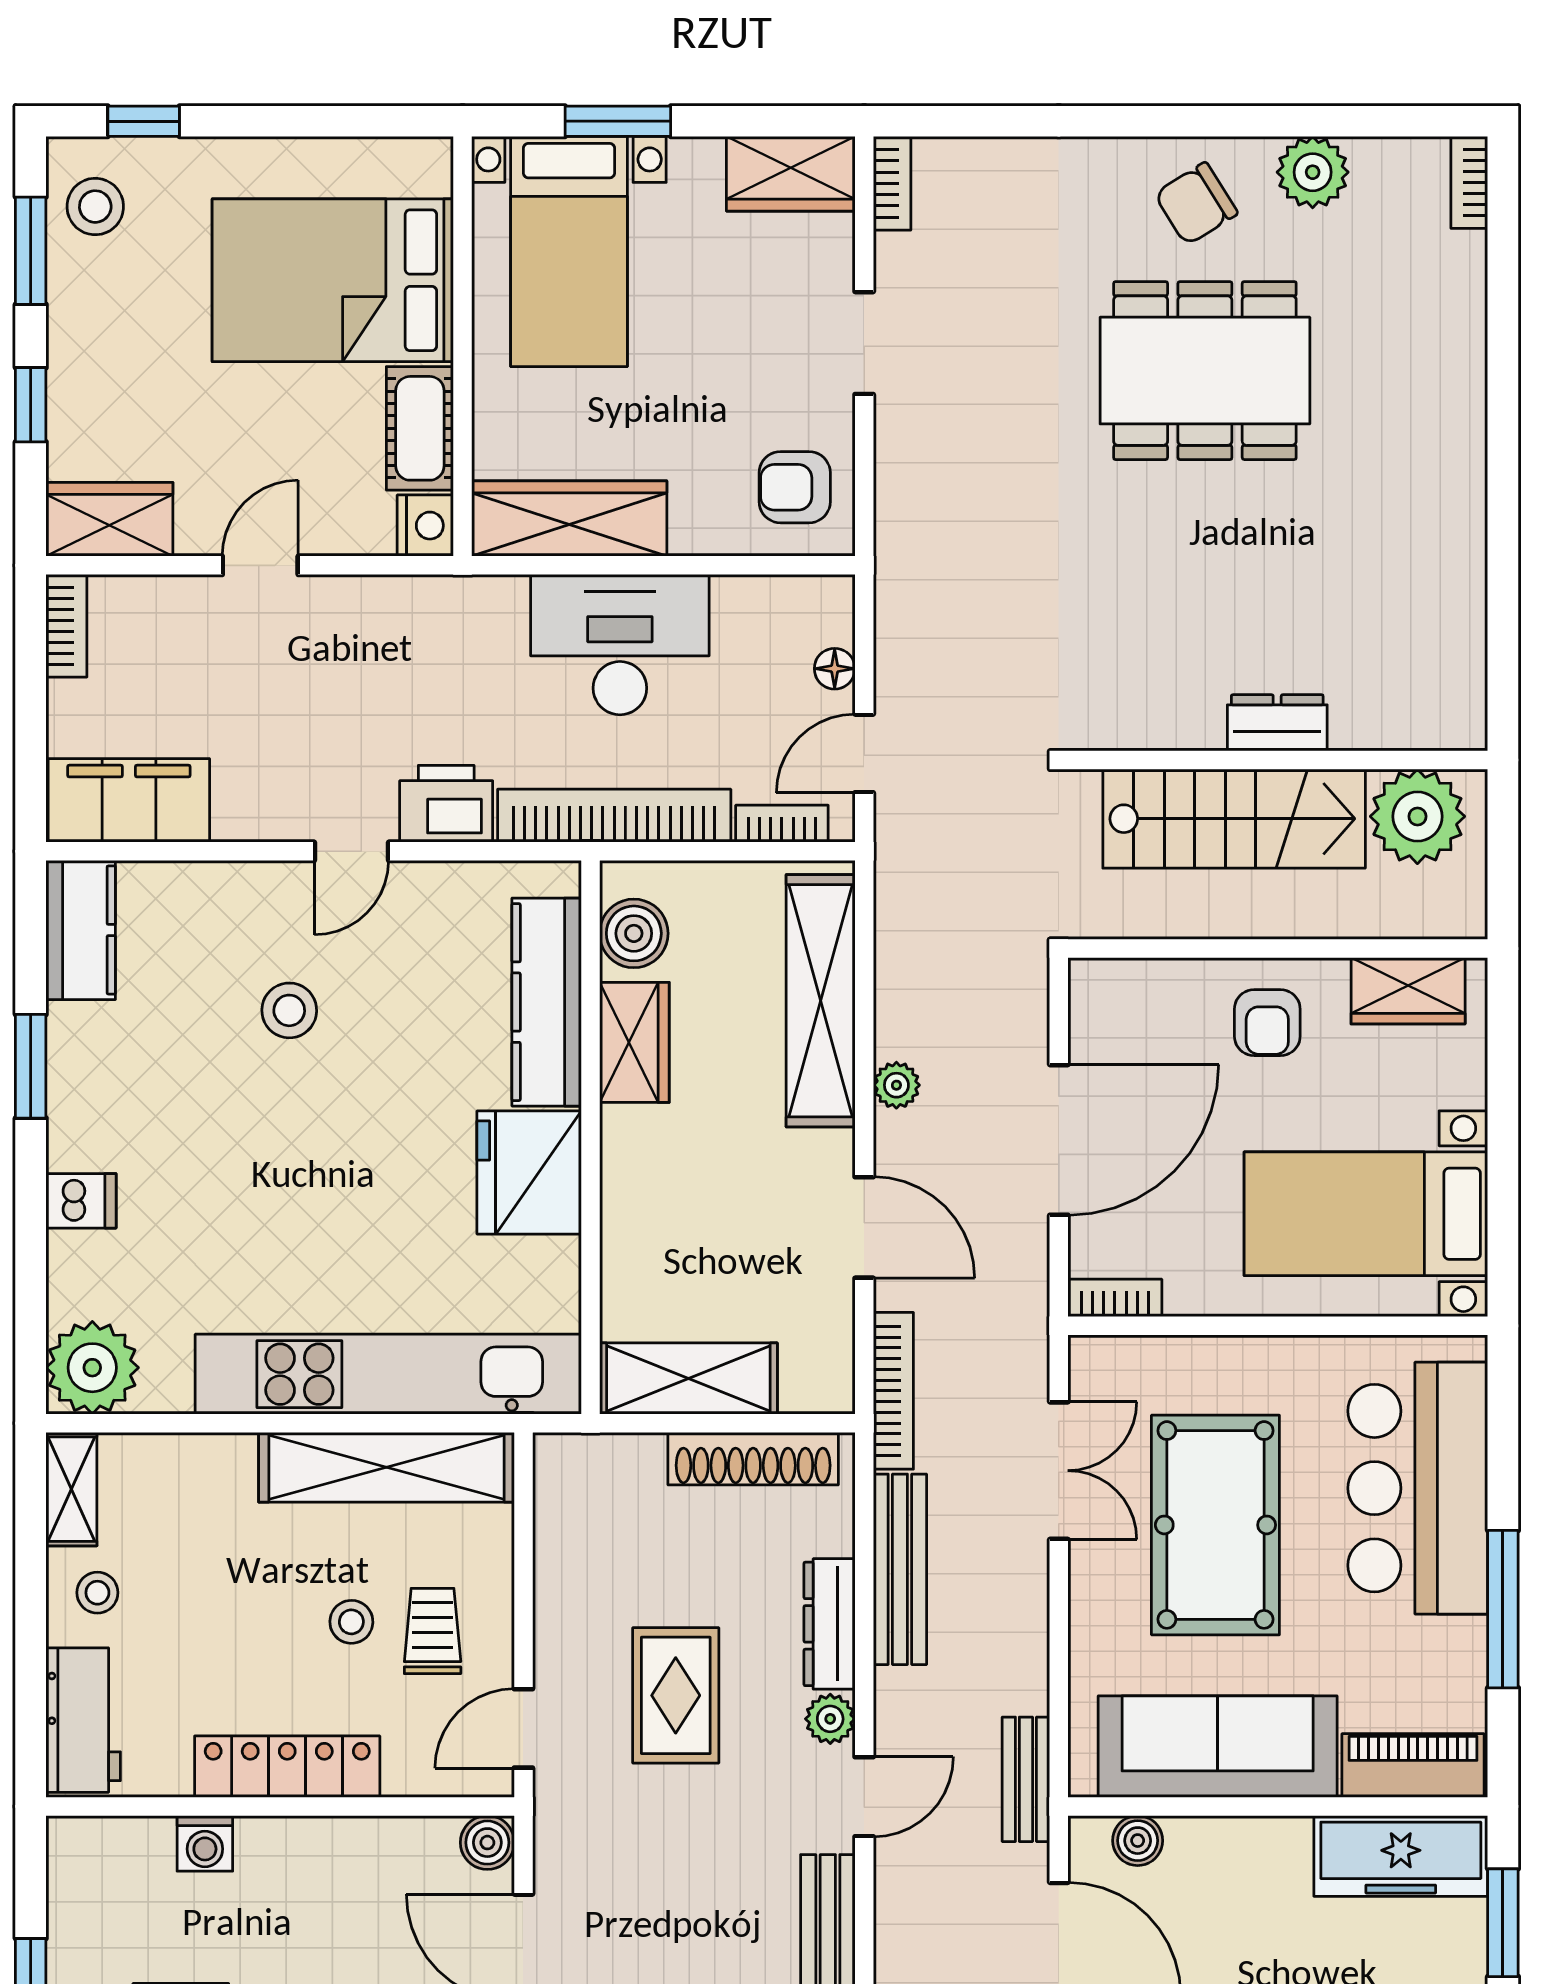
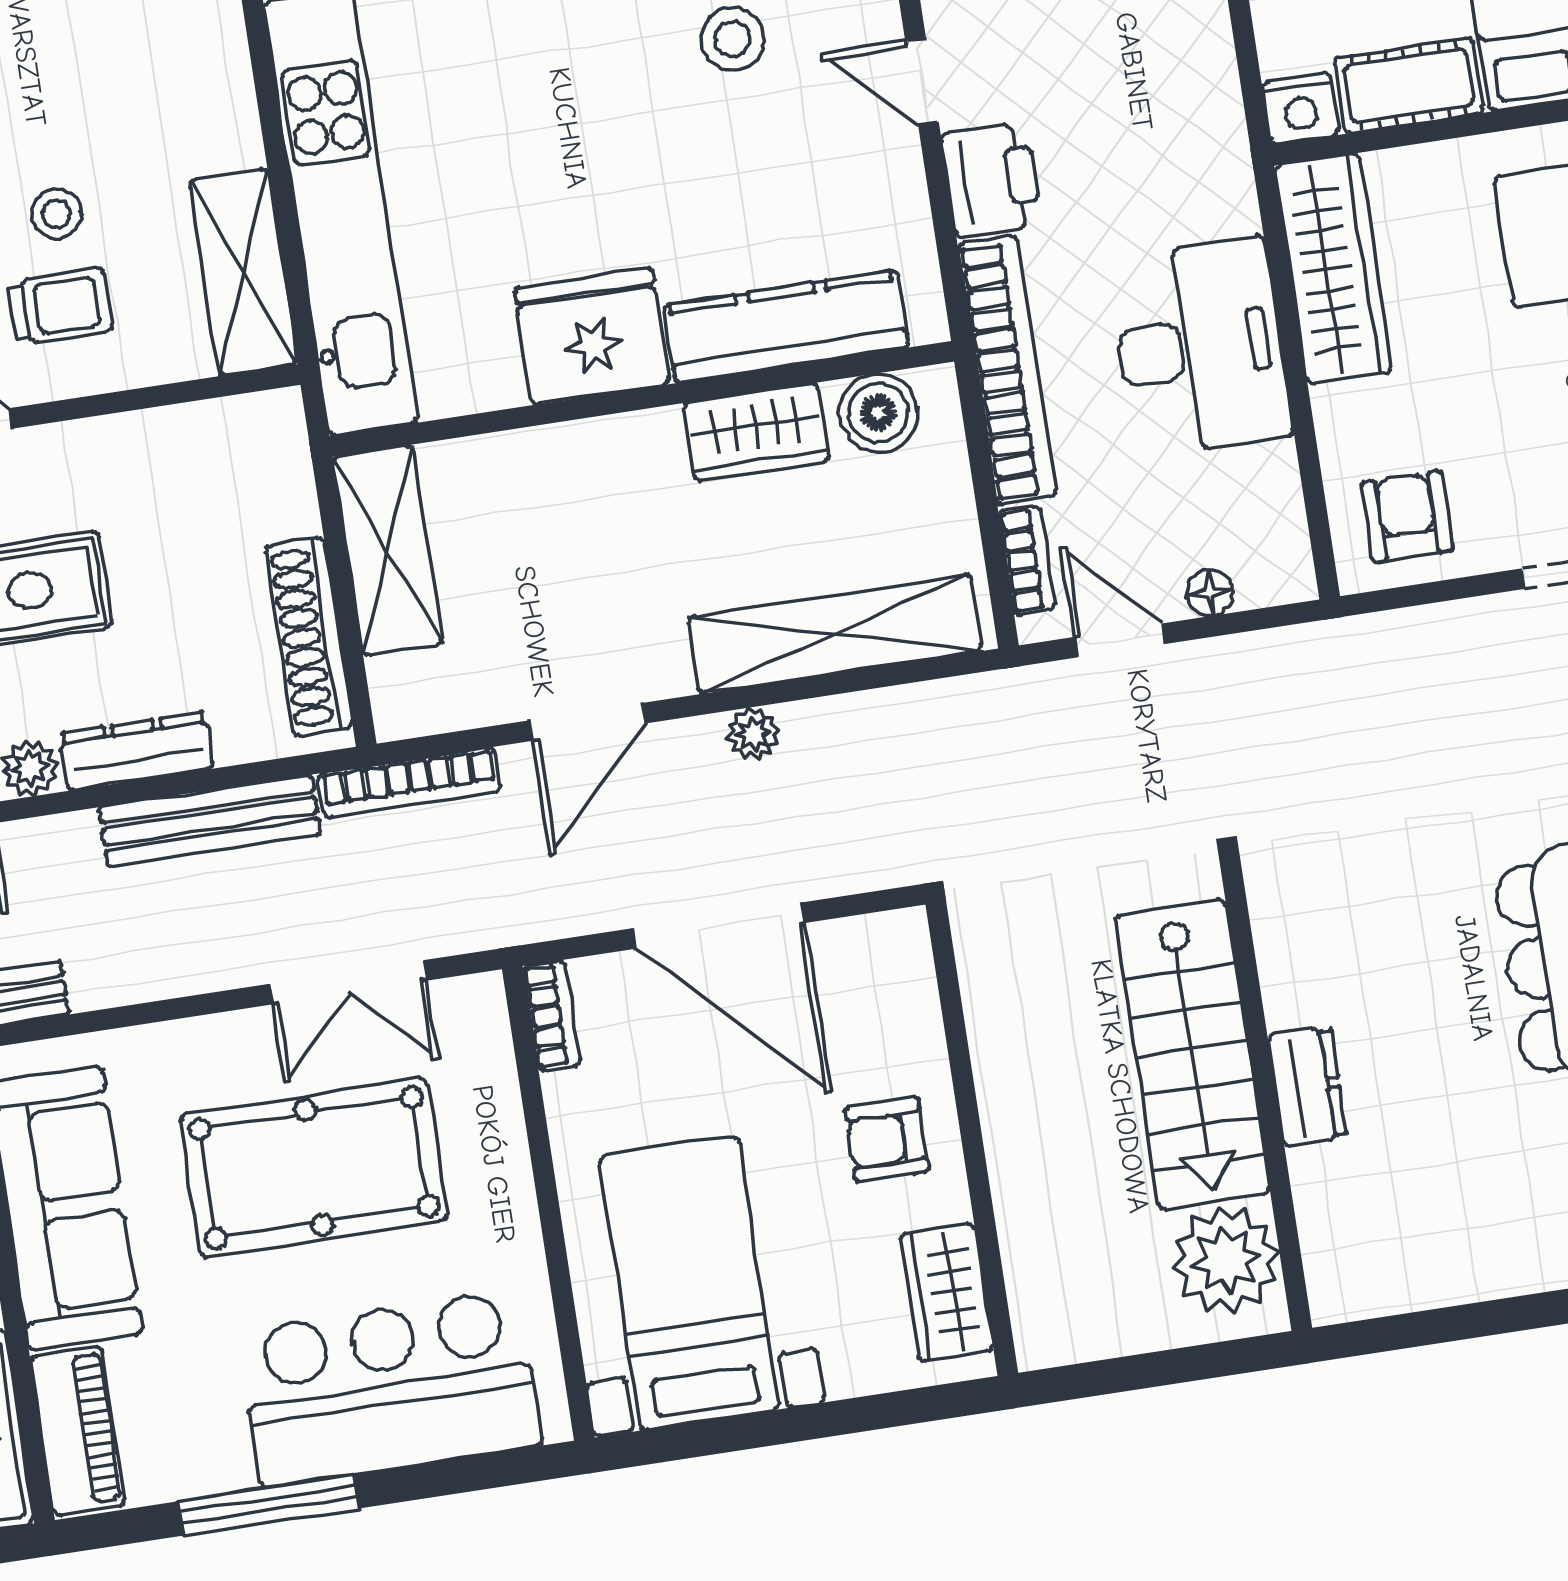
dresser: (1277, 723) -> (1307, 1087), moved
wall: (1278, 760) -> (1266, 1094), moved
plant: (1417, 816) -> (1226, 1260), moved
stairs: (1234, 819) -> (1192, 1054), moved
shelving: (386, 1467) -> (243, 272), width x0.68

